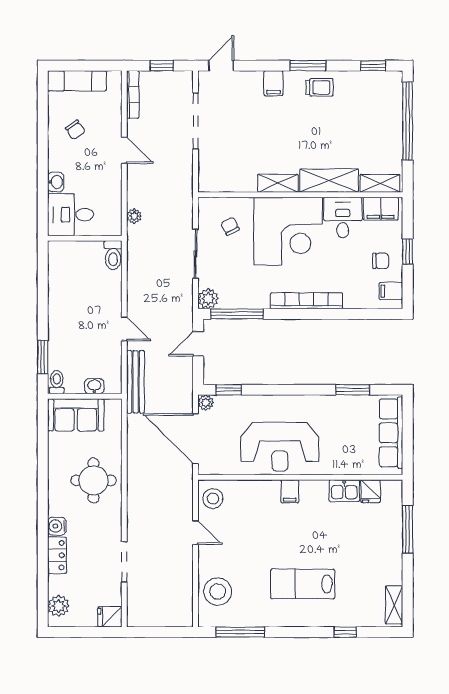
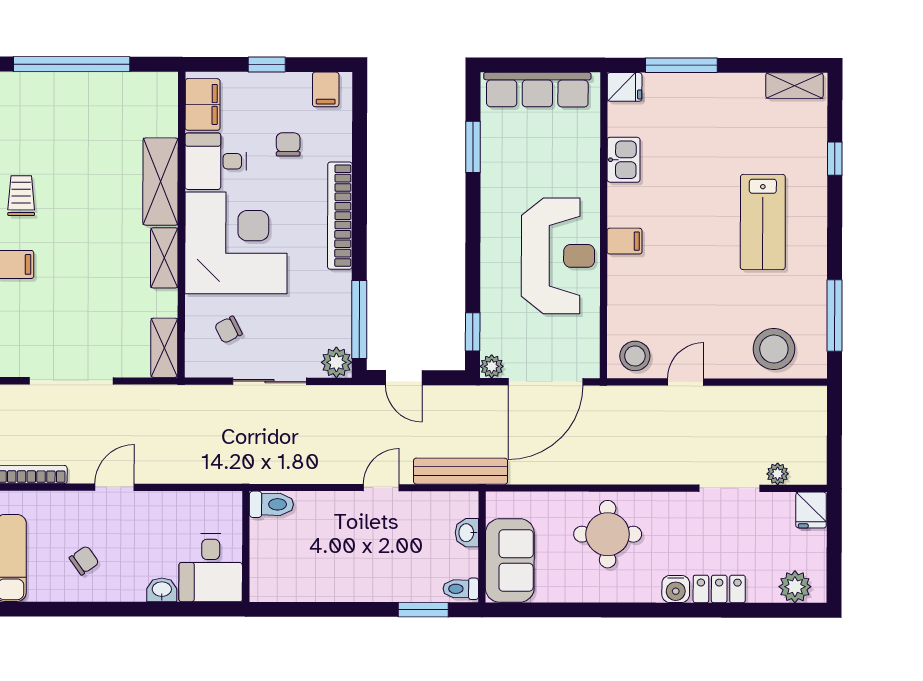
shelving: (380, 183) -> (164, 348), moved
plant: (134, 216) -> (778, 474), moved
chair: (381, 261) -> (288, 144), moved
fridge: (371, 491) -> (625, 87), moved

